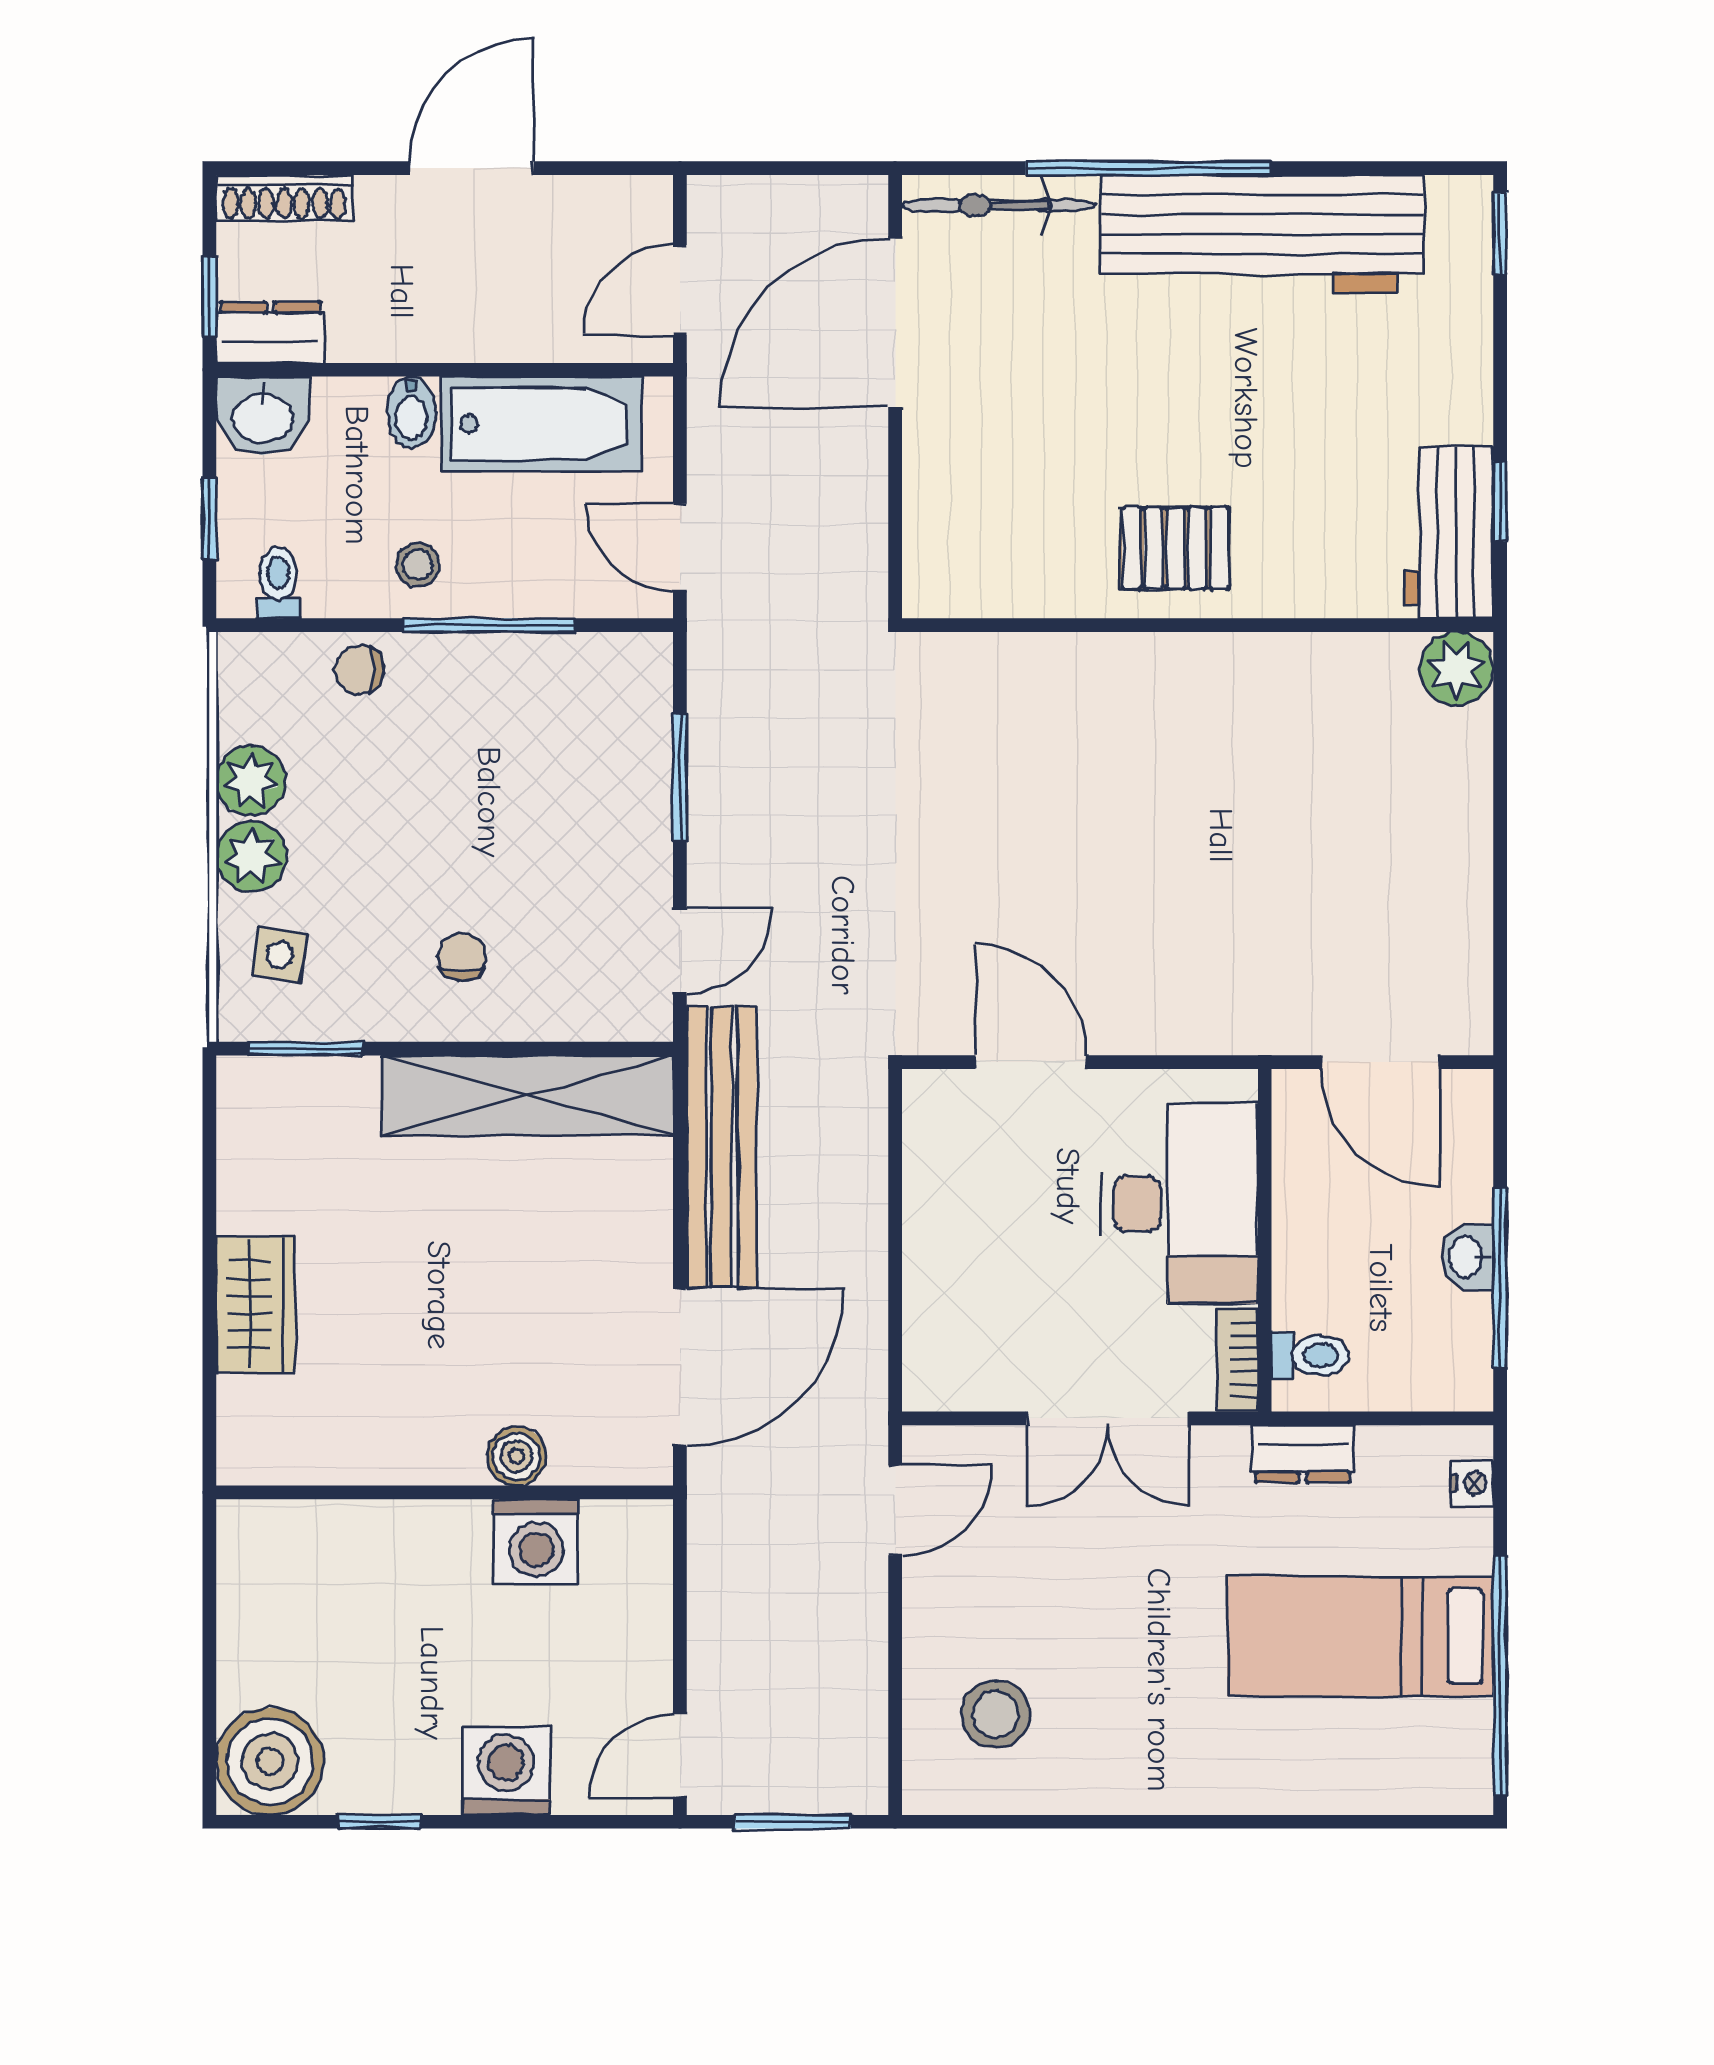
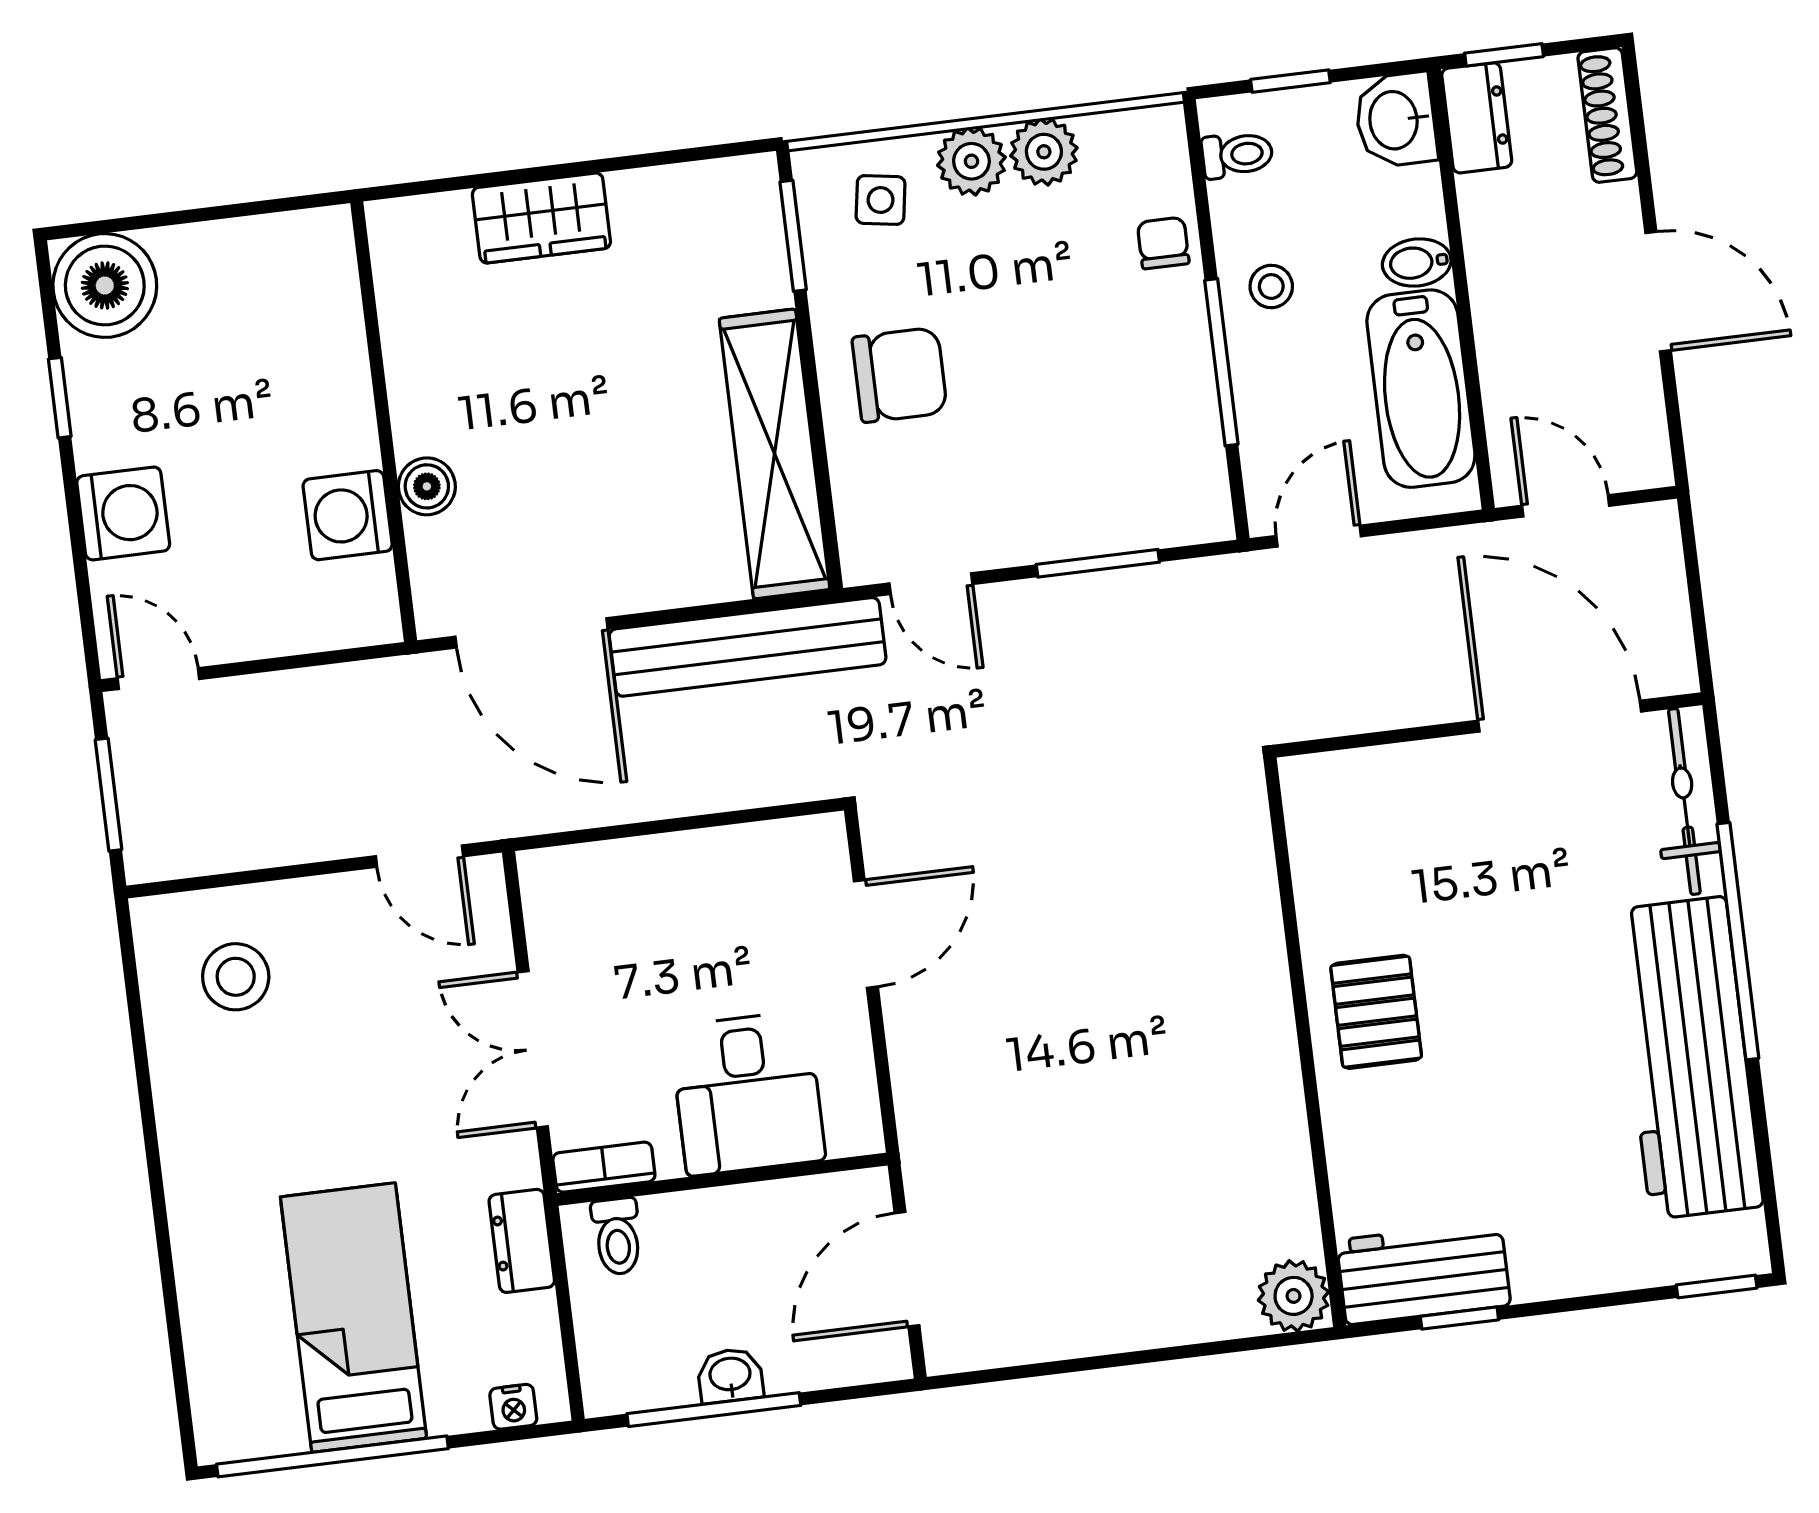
chair: (462, 957) -> (900, 375), width x1.87, depth x1.87
desk: (1180, 1204) -> (747, 1093), width x0.73

